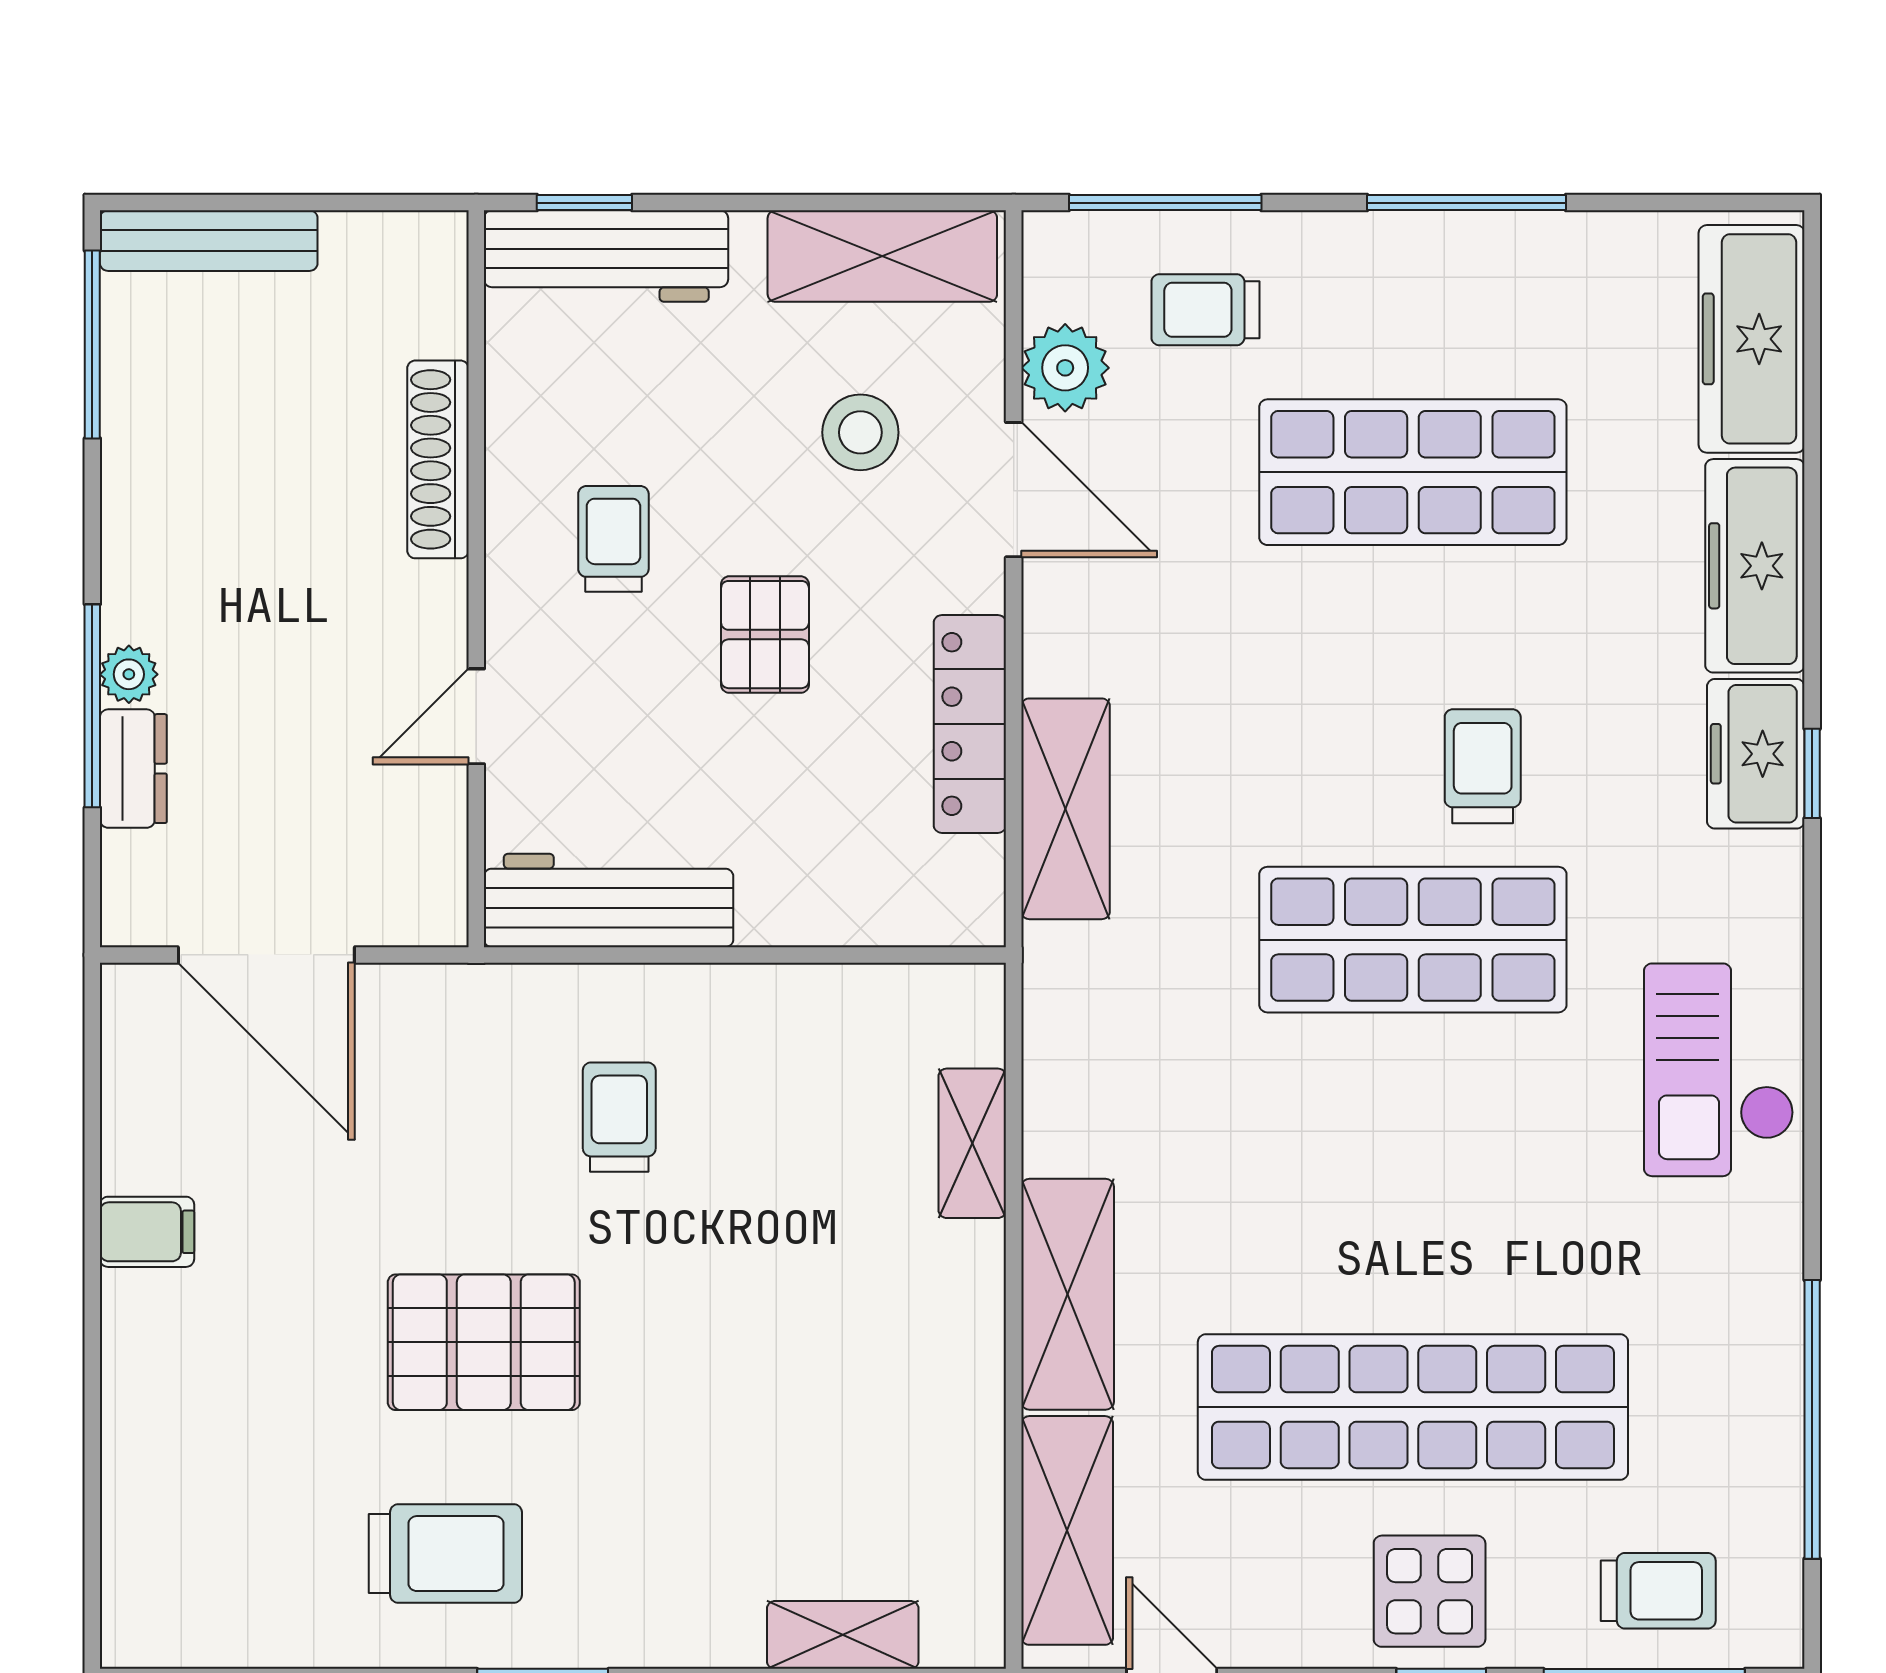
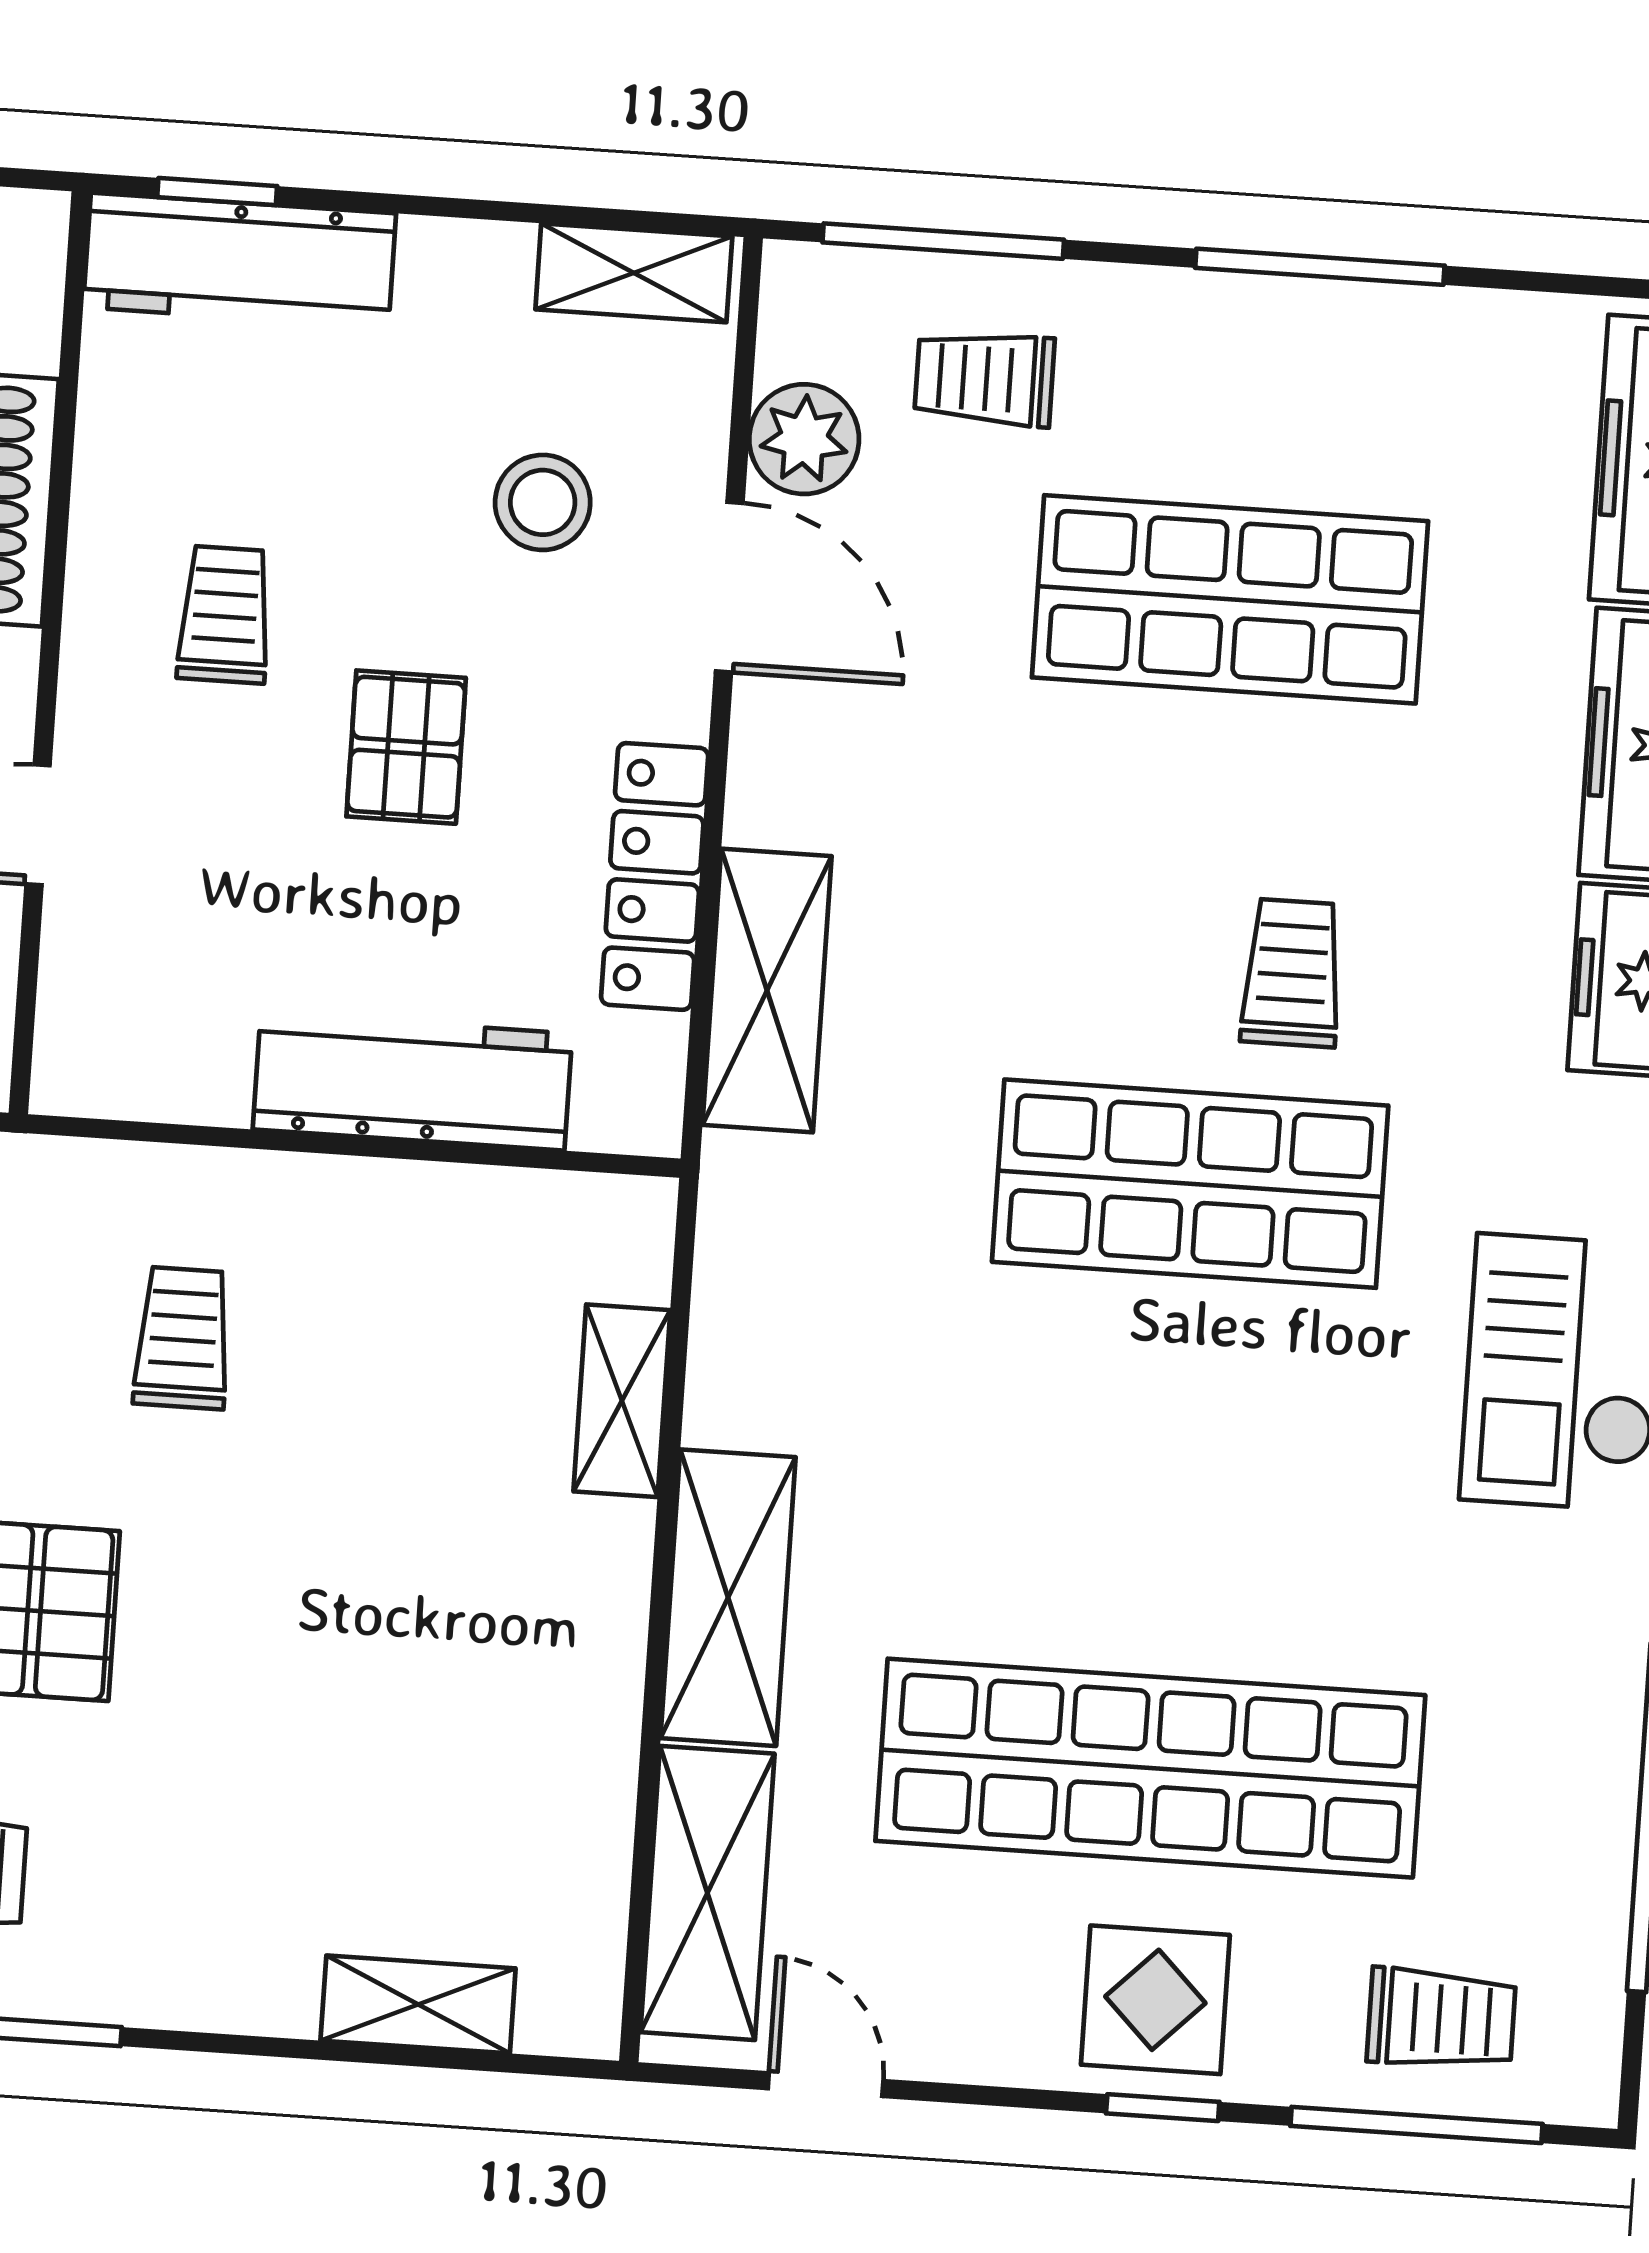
shelving: (882, 256) -> (634, 273), width x0.67, depth x0.75
workbench: (609, 900) -> (413, 1082), moved

